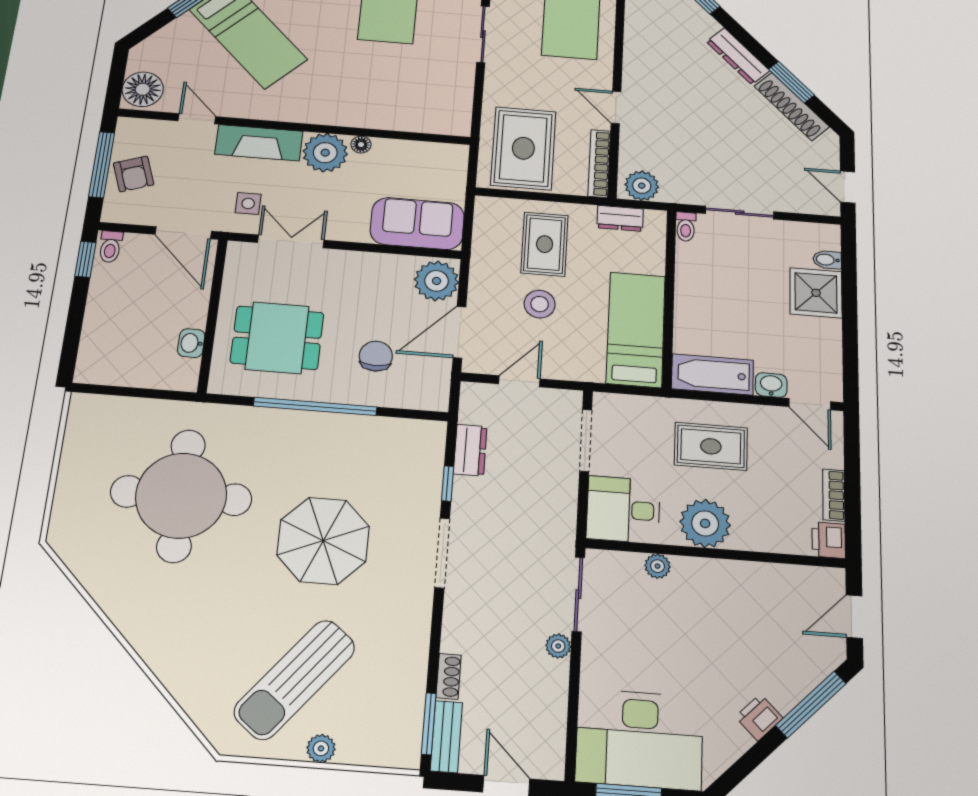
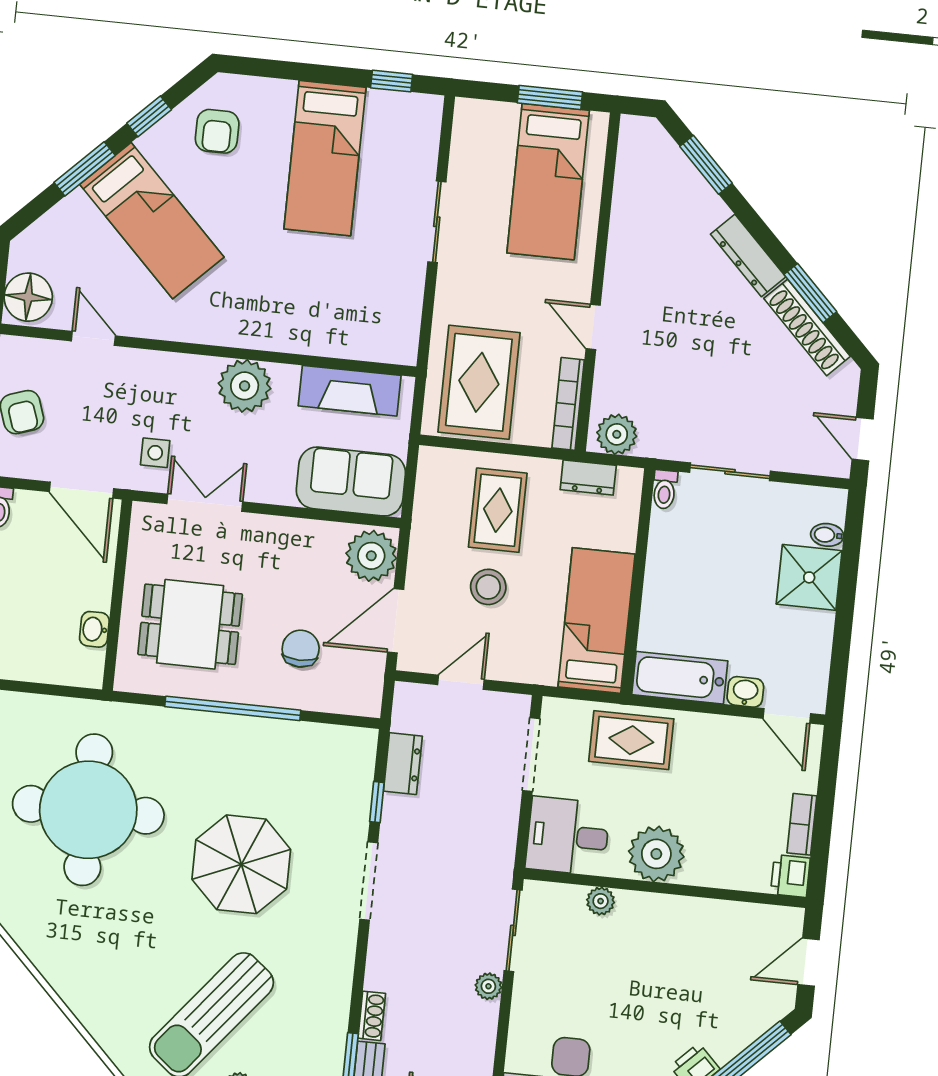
fireplace: (259, 143) -> (350, 391), moved
floor lamp: (361, 145) -> (287, 375), removed
rug: (711, 446) -> (631, 740), moved

